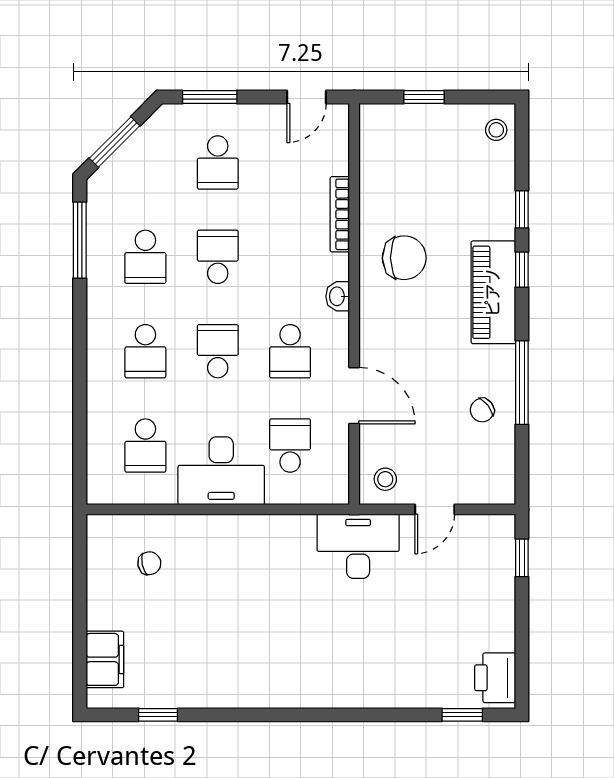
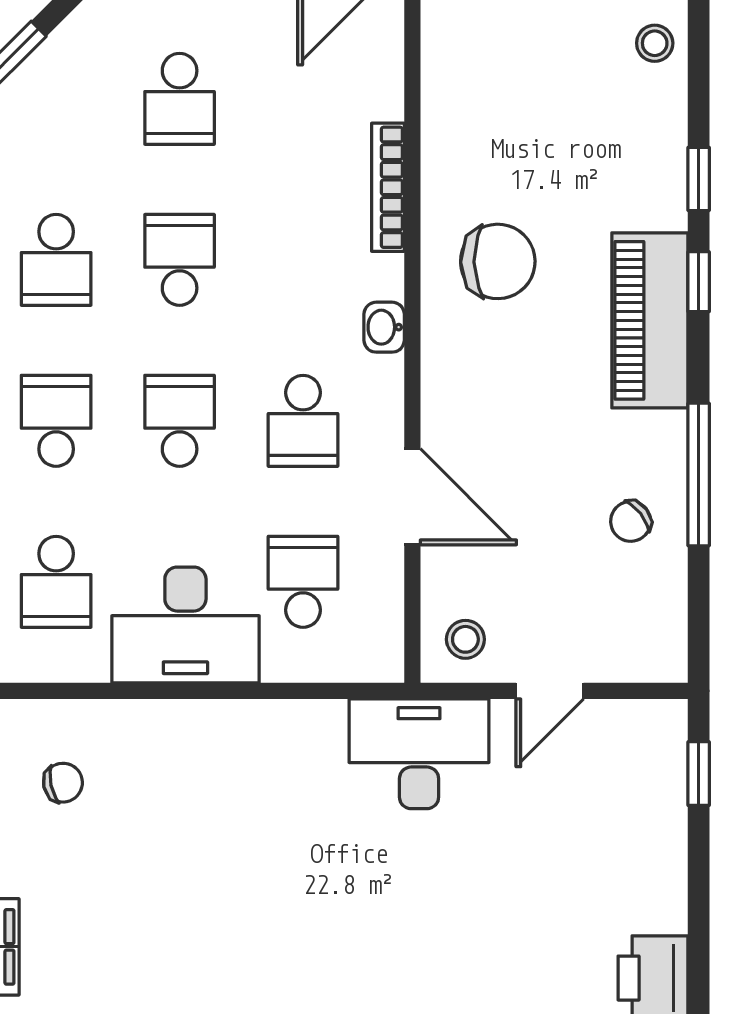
school desk: (145, 351) -> (56, 421), turned 180

